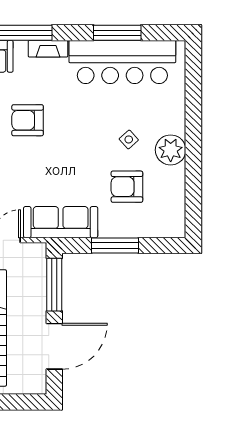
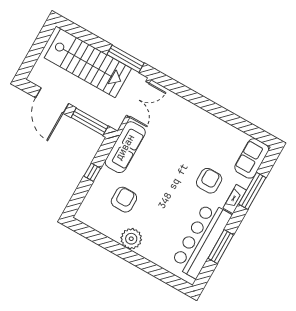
armchair: (28, 120) -> (209, 181), moved
side table: (129, 139) -> (152, 217), removed
window: (115, 246) -> (92, 172), width x0.46

